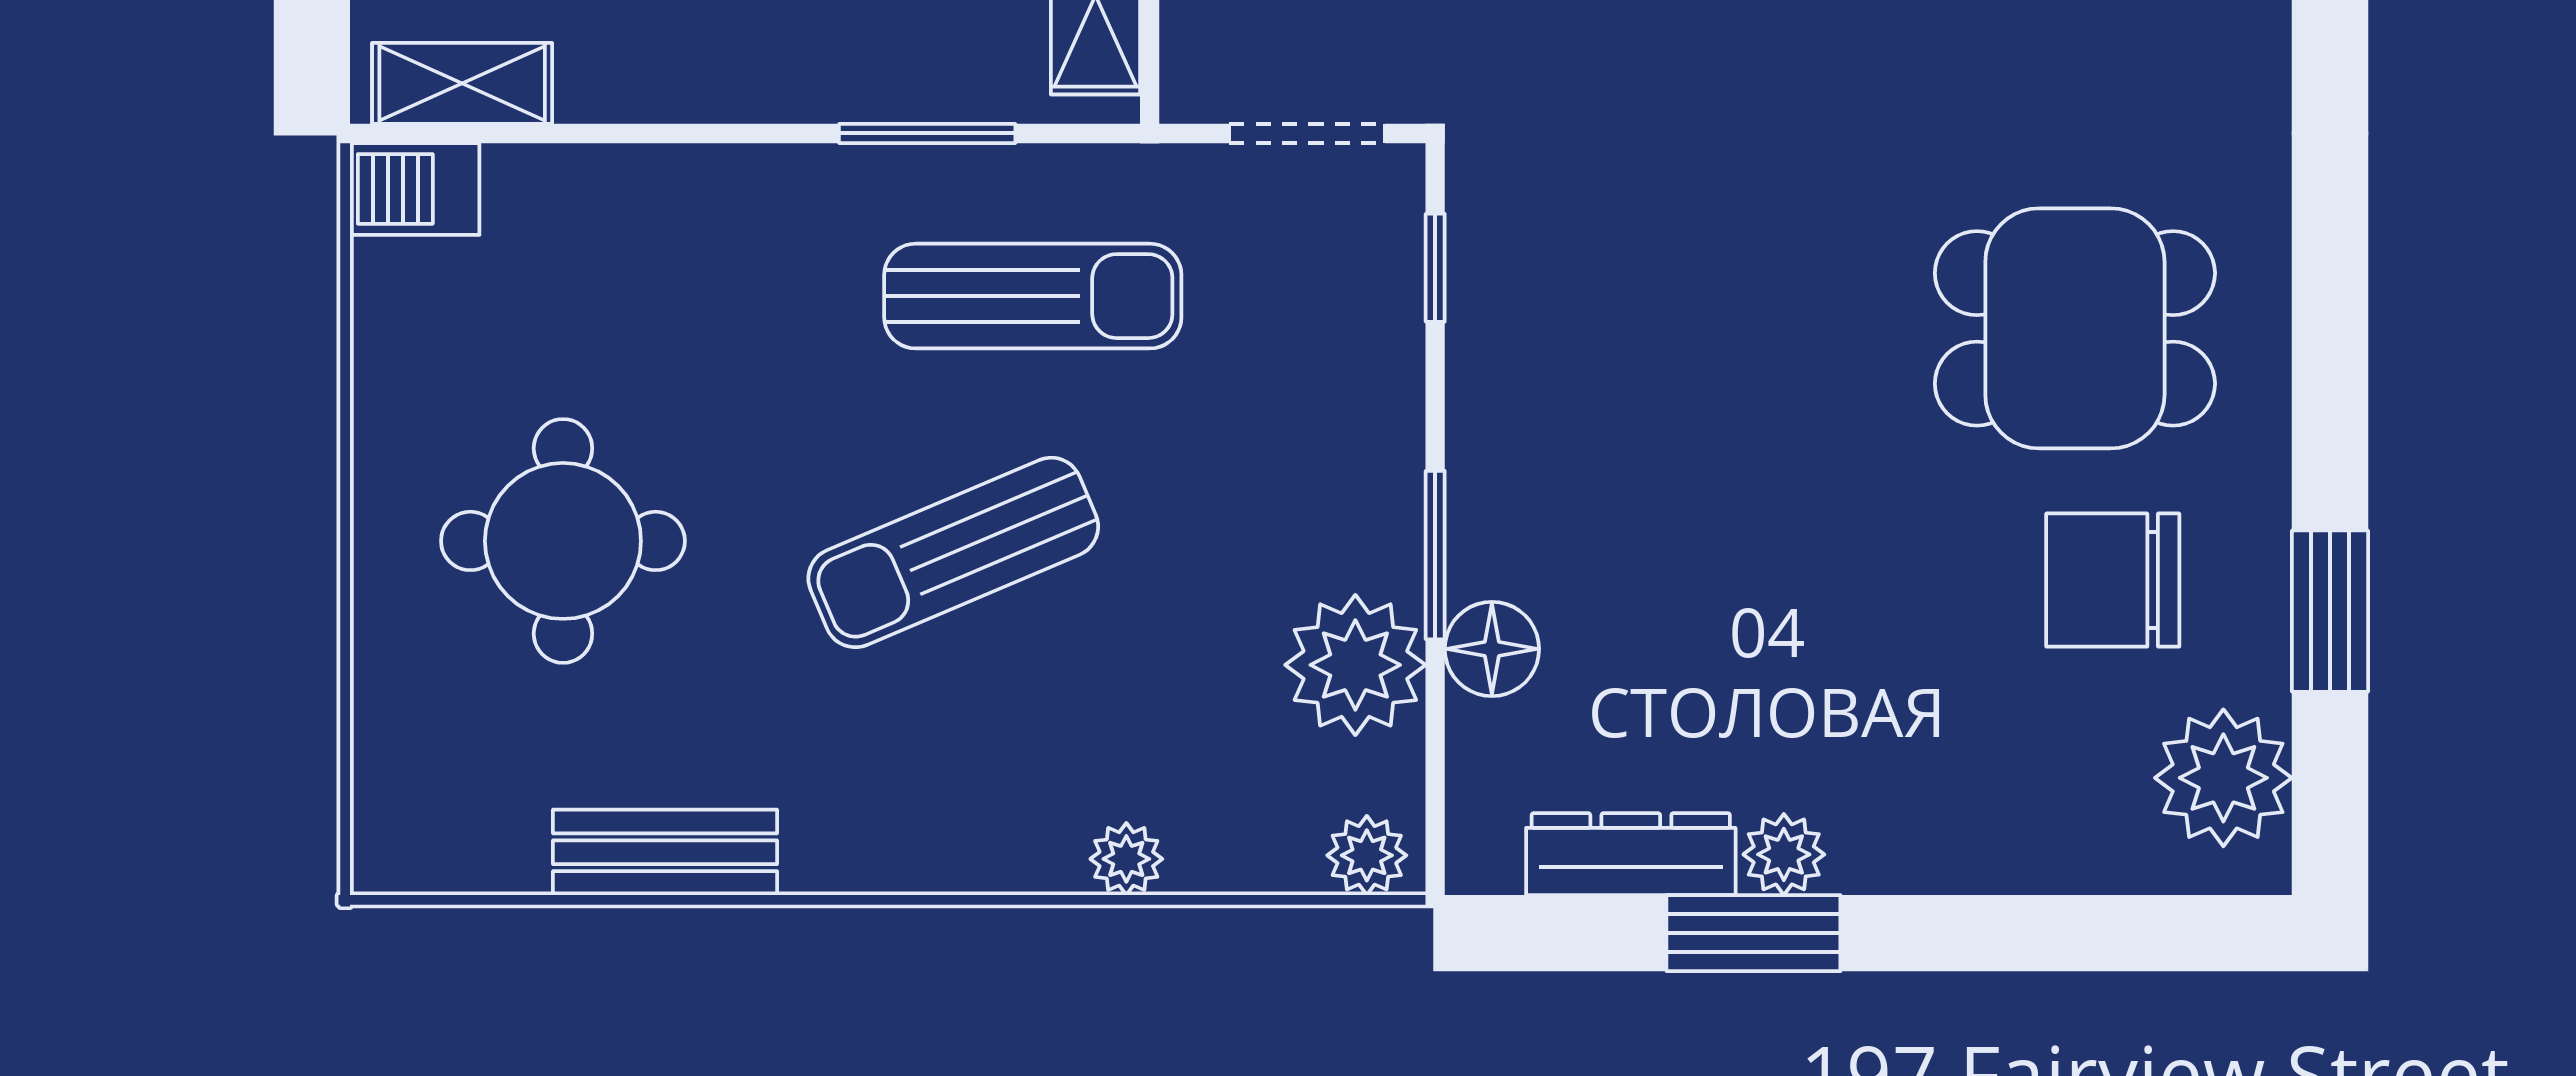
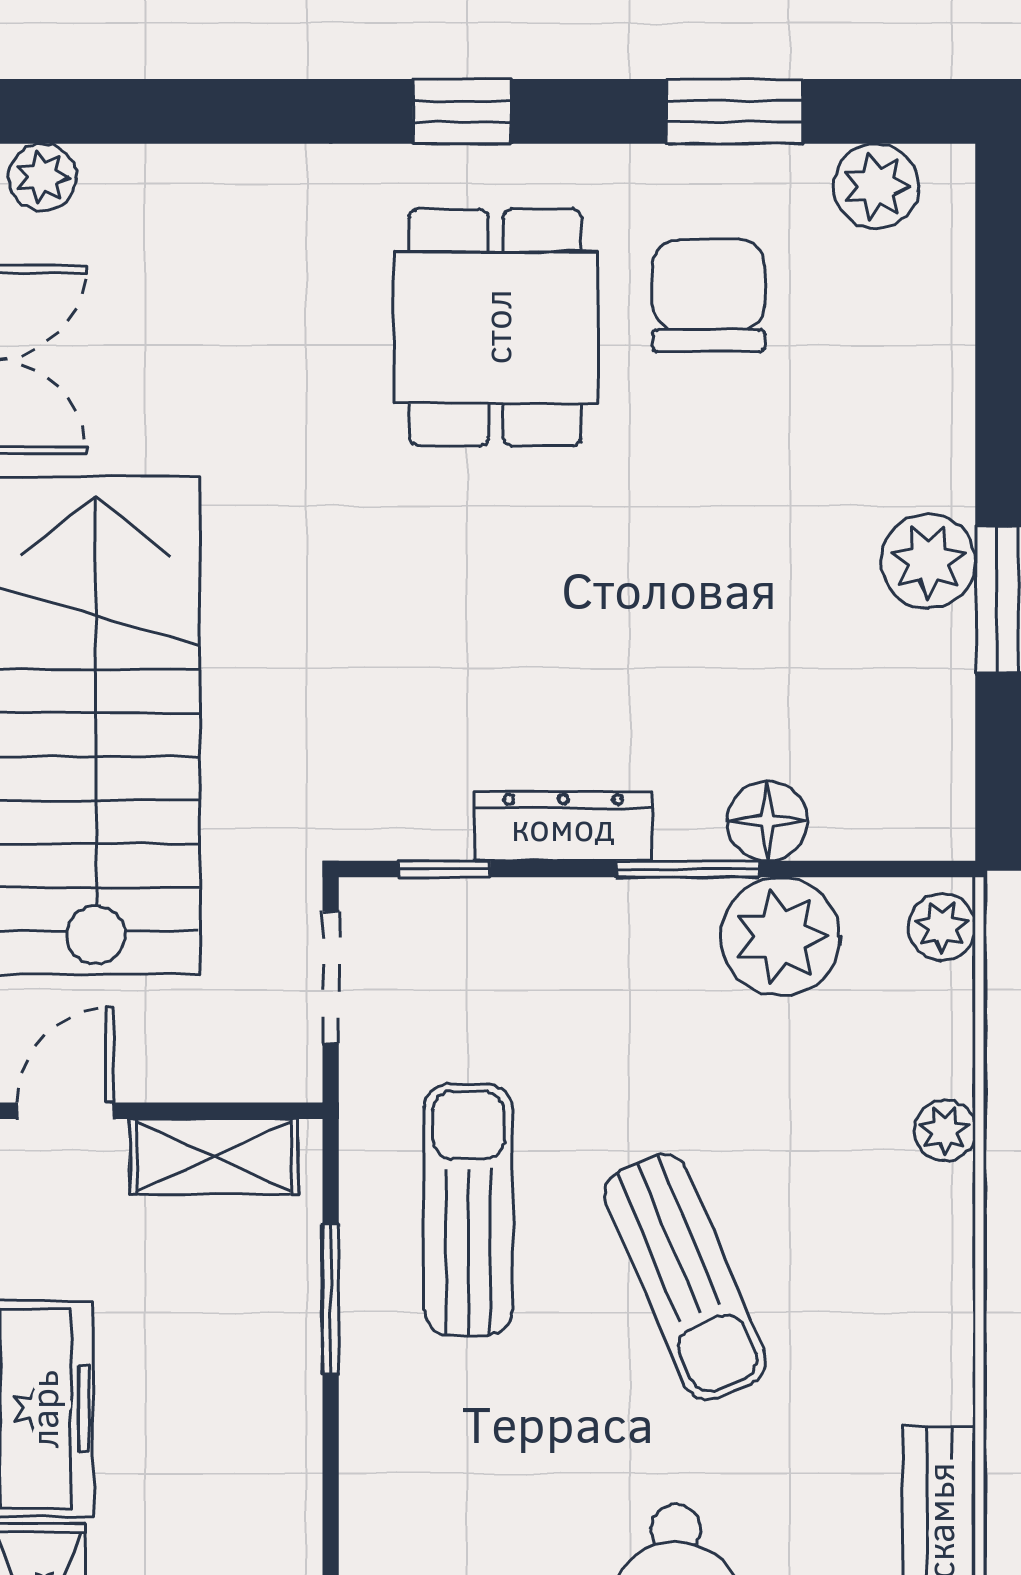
window: (2330, 289) -> (462, 111), added
chair: (2113, 580) -> (709, 295), turned 180
plant: (2223, 778) -> (876, 186), width x0.73, depth x0.73
dresser: (1631, 854) -> (563, 826), moved, turned 90
plant: (1784, 854) -> (928, 561), width x1.38, depth x1.38

